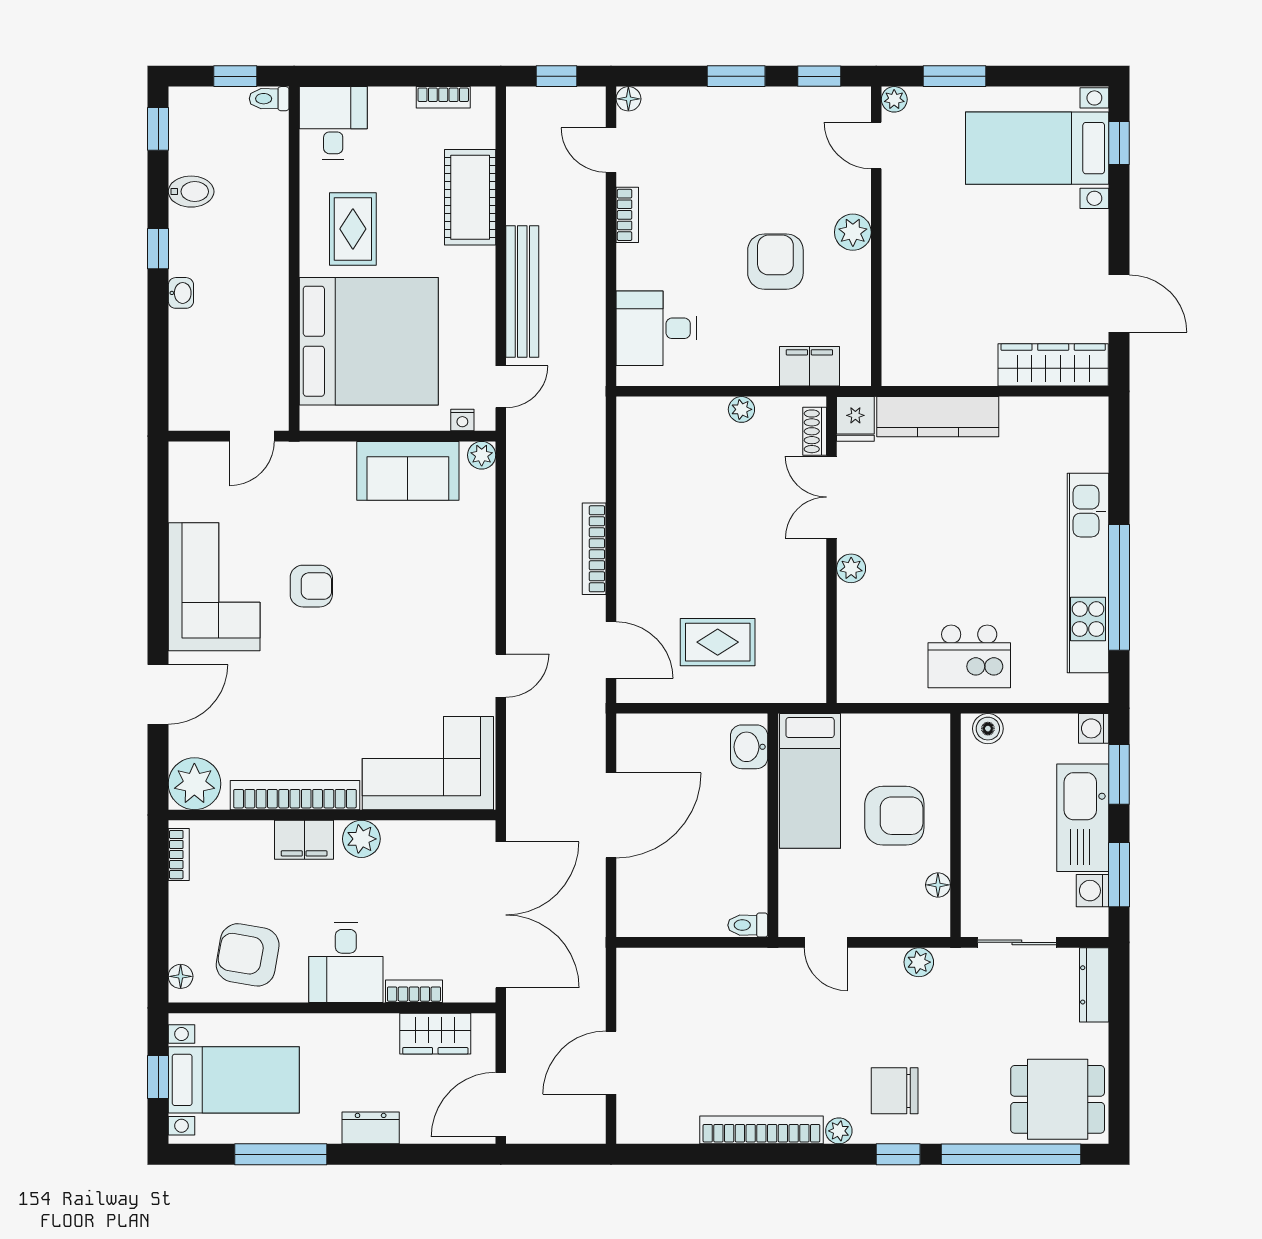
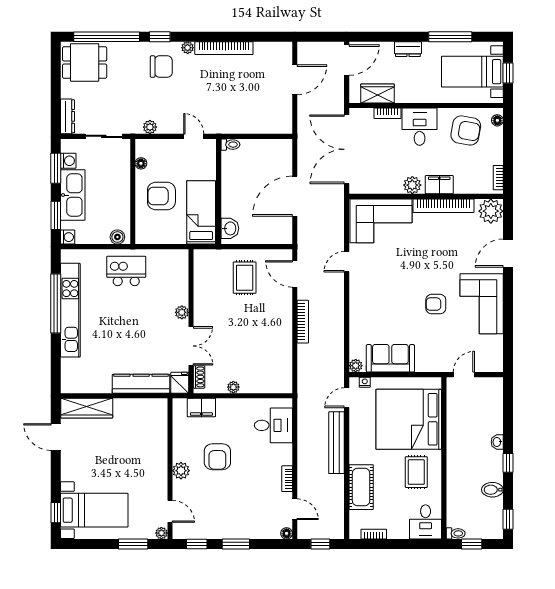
rug: (718, 642) -> (245, 278), turned 90

